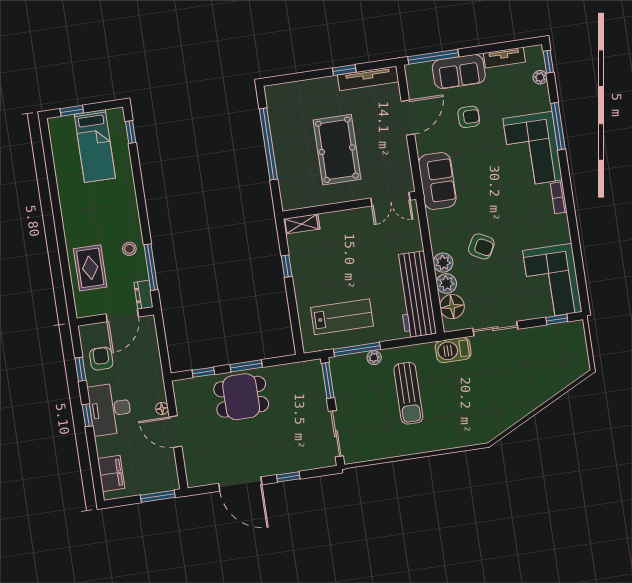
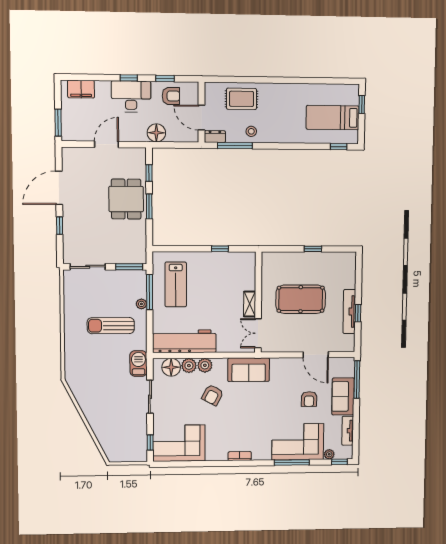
tv unit: (368, 78) -> (349, 312), moved
window: (268, 144) -> (313, 249), width x0.32
corner sofa: (533, 149) -> (298, 442), moved
sofa: (437, 181) -> (249, 370), moved
shelving: (302, 224) -> (250, 304), moved
floor lamp: (162, 408) -> (156, 133), moved, width x1.89, depth x1.89

